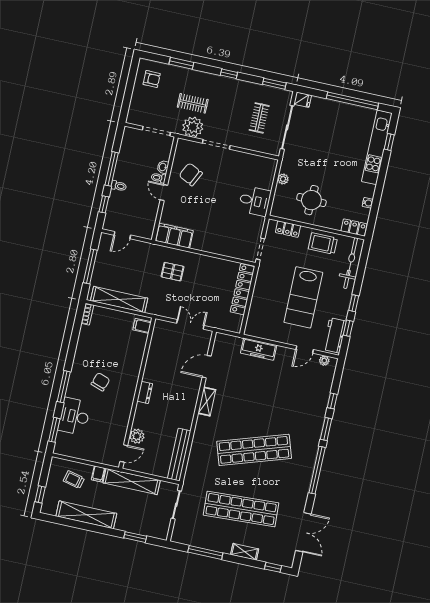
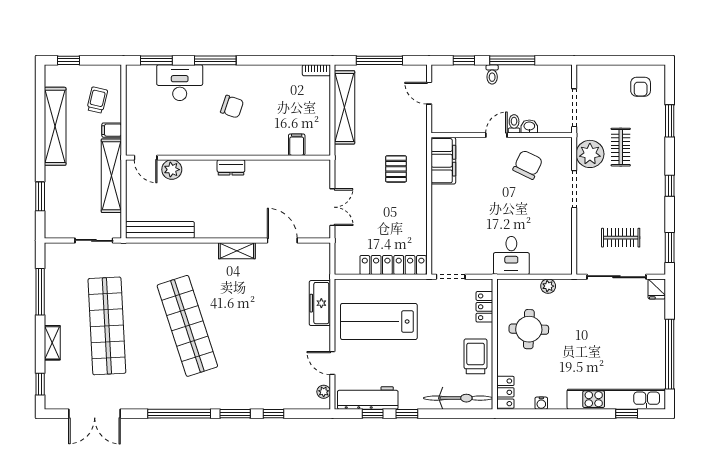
lab bench: (303, 297) -> (379, 322), moved
filing cabinet: (142, 326) -> (297, 145), moved
workbench: (335, 335) -> (368, 398), width x1.38

